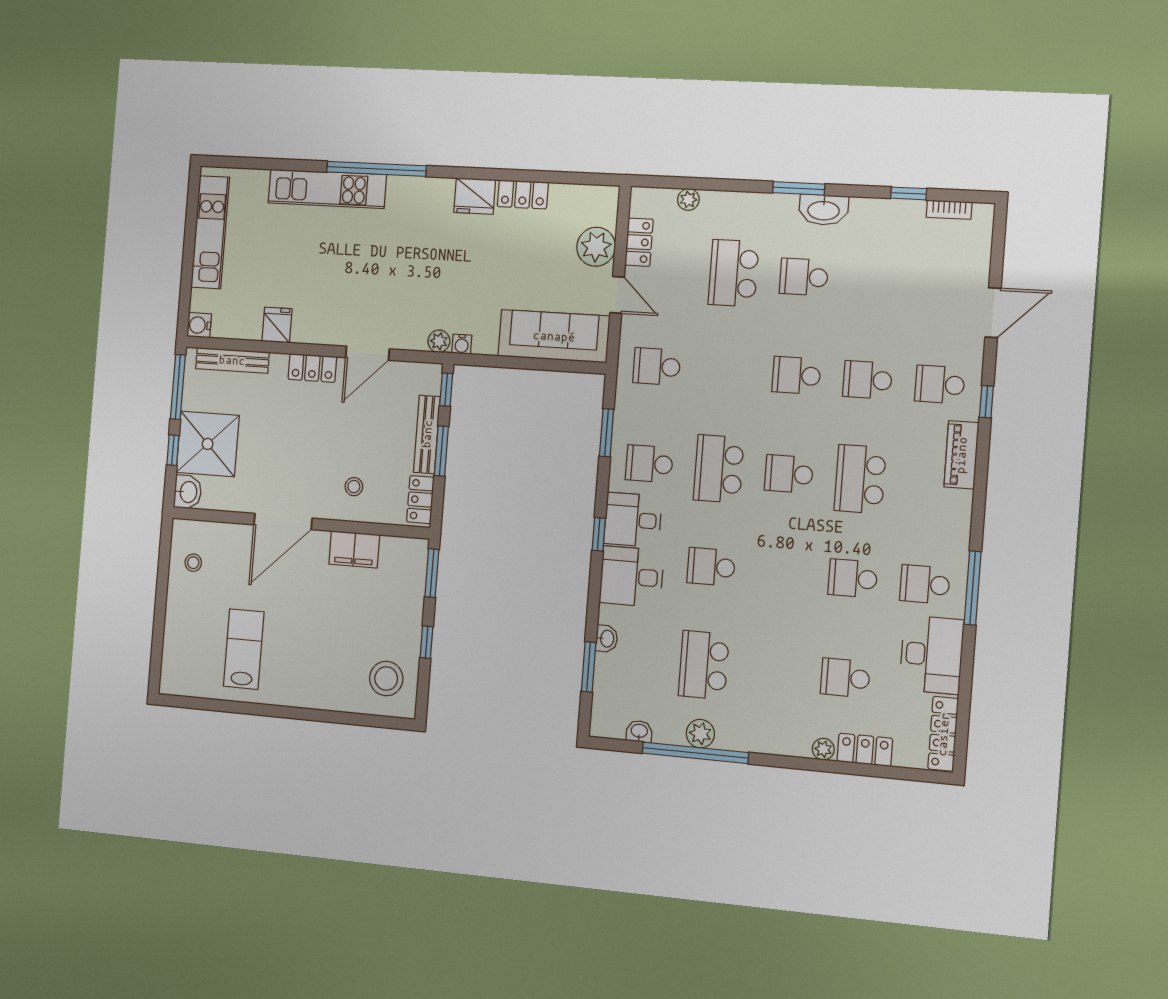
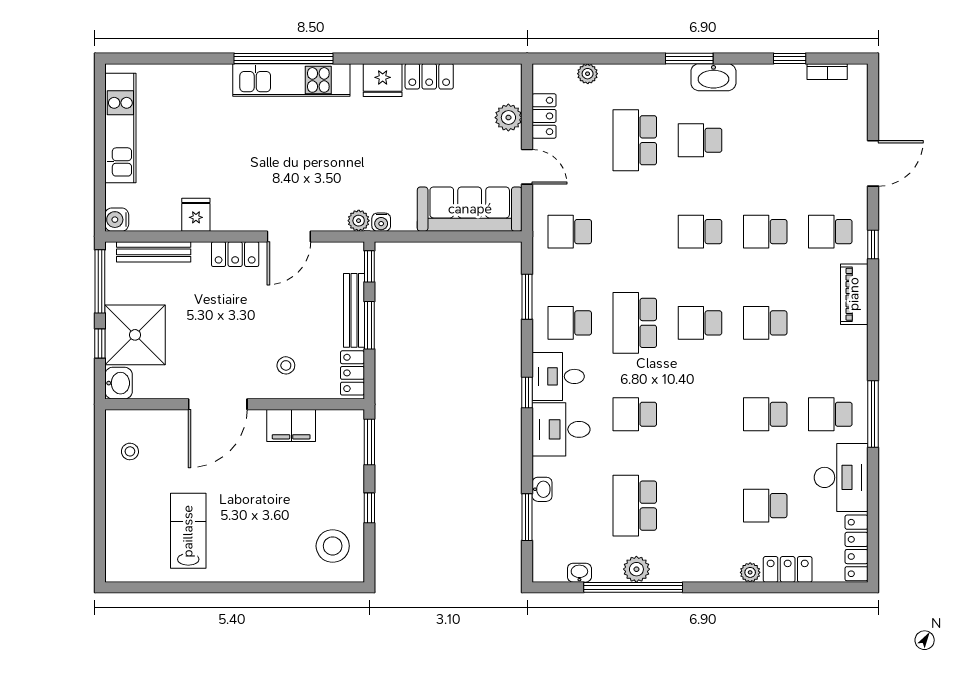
kitchen unit: (327, 189) -> (291, 80), moved
plant: (596, 247) -> (508, 118), width x0.73, depth x0.73
school desk: (860, 479) -> (765, 323), width x0.54

